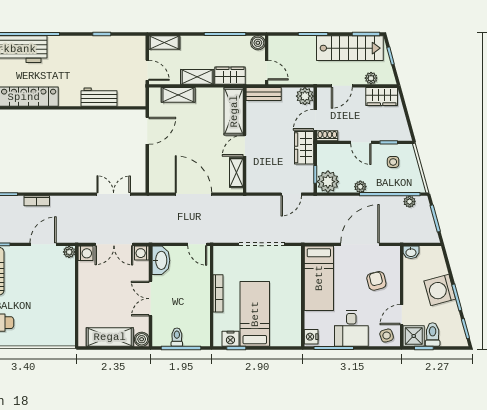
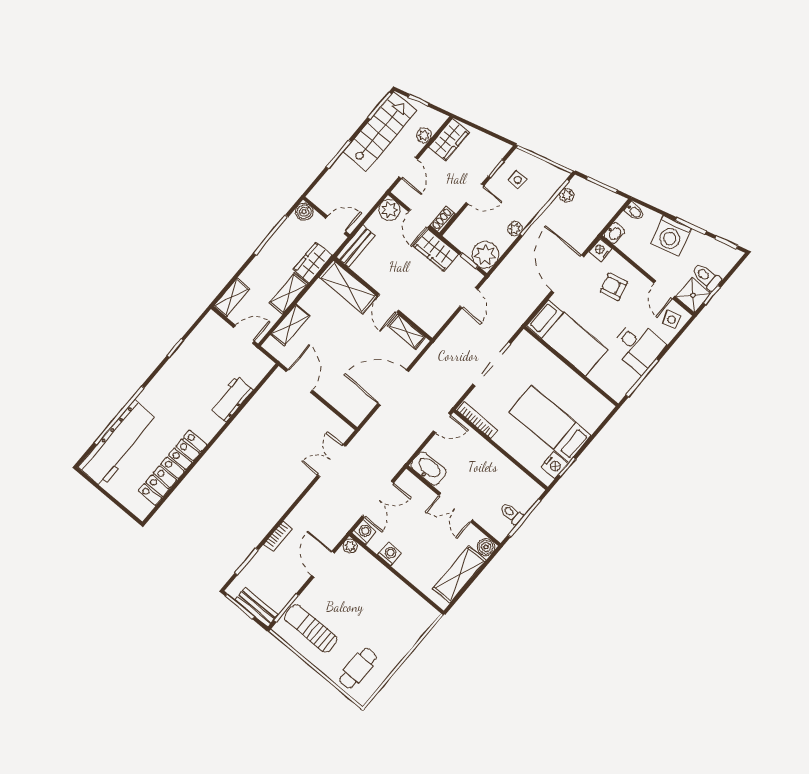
washing machine: (142, 253) -> (389, 554), moved, turned 180
bidet: (436, 254) -> (634, 211), added
bookcase: (218, 293) -> (478, 420), moved
nightstand: (311, 337) -> (601, 250), moved, turned 90

